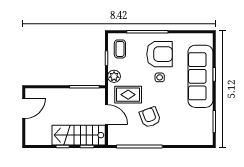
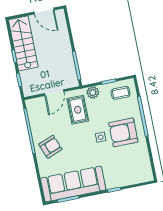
armchair: (159, 54) -> (123, 132), turned 90
sofa: (200, 76) -> (73, 184), moved
armchair: (150, 117) -> (50, 147), moved
stairs: (79, 135) -> (23, 43), moved

